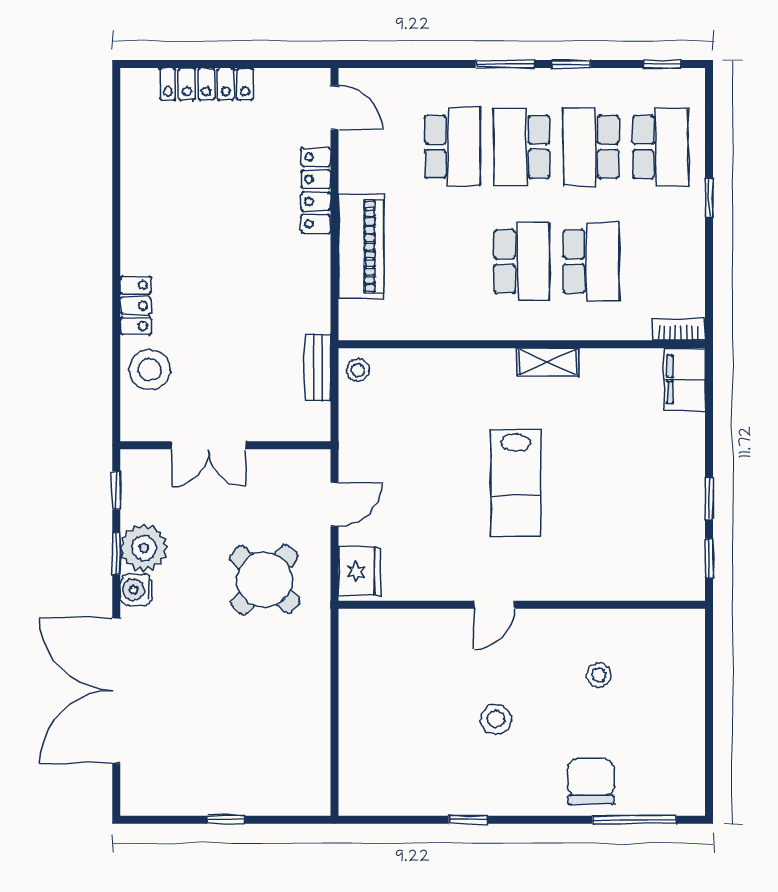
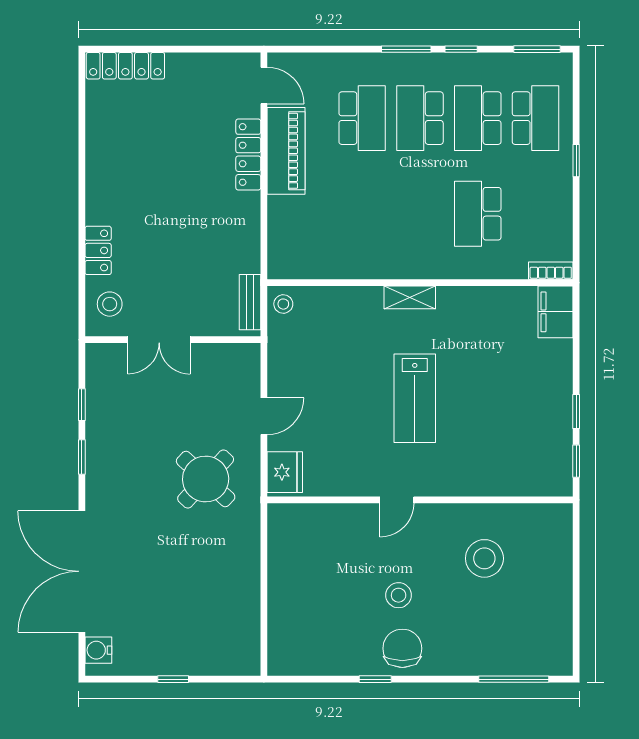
window: (662, 64) -> (537, 49), width x1.50
locker: (206, 84) -> (125, 66), moved
piano: (361, 246) -> (286, 151), moved
school desk: (522, 261) -> (420, 214), removed
school desk: (591, 261) -> (478, 214), turned 180
shelving: (548, 362) -> (410, 297), moved
stool: (150, 370) -> (110, 304), width x0.73, depth x0.73
double door: (209, 445) -> (159, 340), moved
wall: (225, 445) -> (173, 340), moved
plant: (144, 548) -> (105, 452), removed
water cooler: (136, 590) -> (98, 650), moved
stool: (599, 675) -> (484, 558), width x1.89, depth x1.89
chair: (591, 781) -> (402, 648), moved

